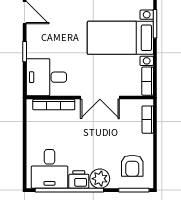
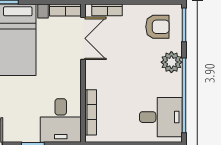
double door: (100, 97) -> (83, 38), moved
printer: (79, 179) -> (172, 85), removed

